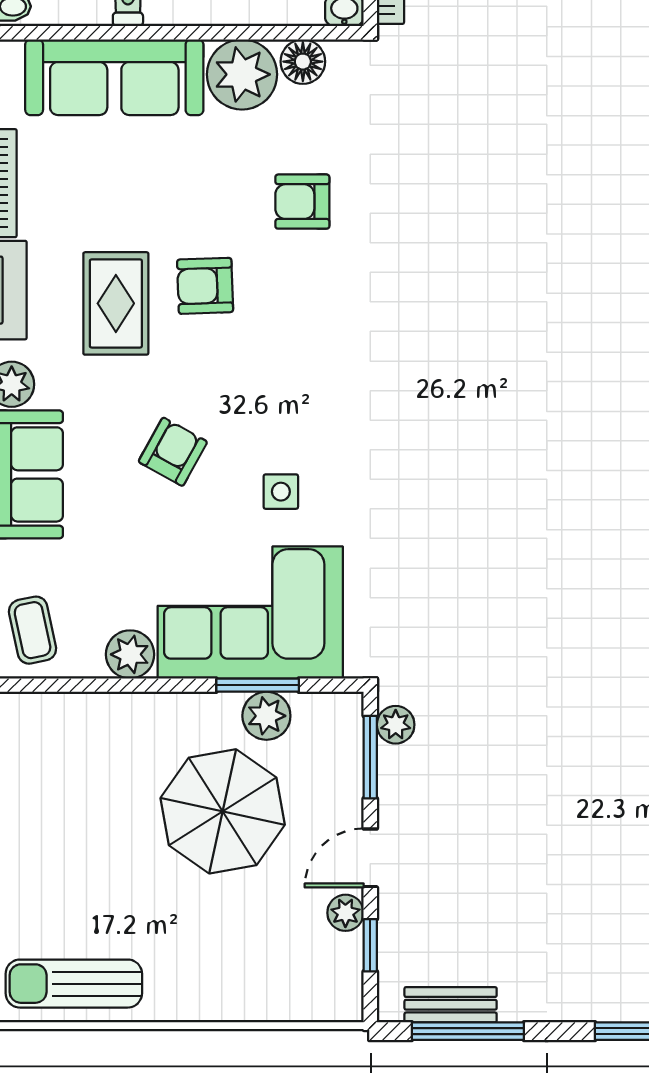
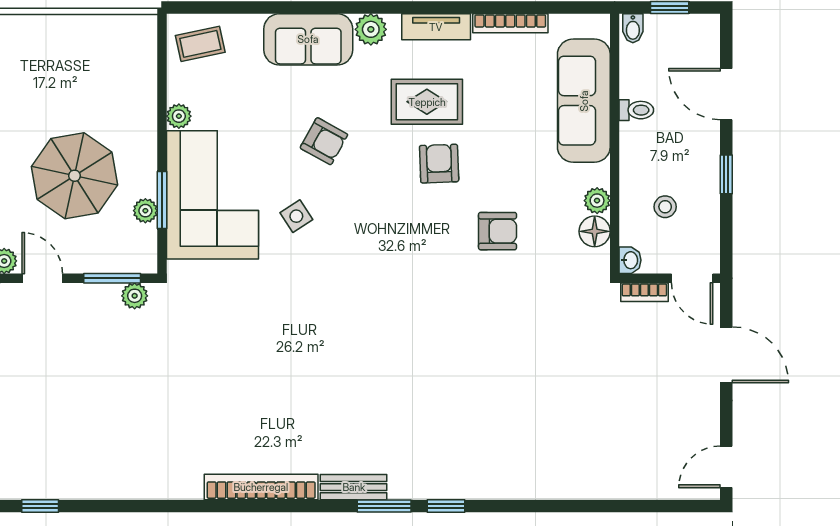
plant: (242, 74) -> (597, 201), width x0.53, depth x0.53
armchair: (302, 202) -> (498, 231), turned 90
side table: (281, 492) -> (296, 216), turned -33
plant: (130, 654) -> (179, 116), width x0.73, depth x0.73
plant: (266, 716) -> (145, 211), width x0.73, depth x0.73

